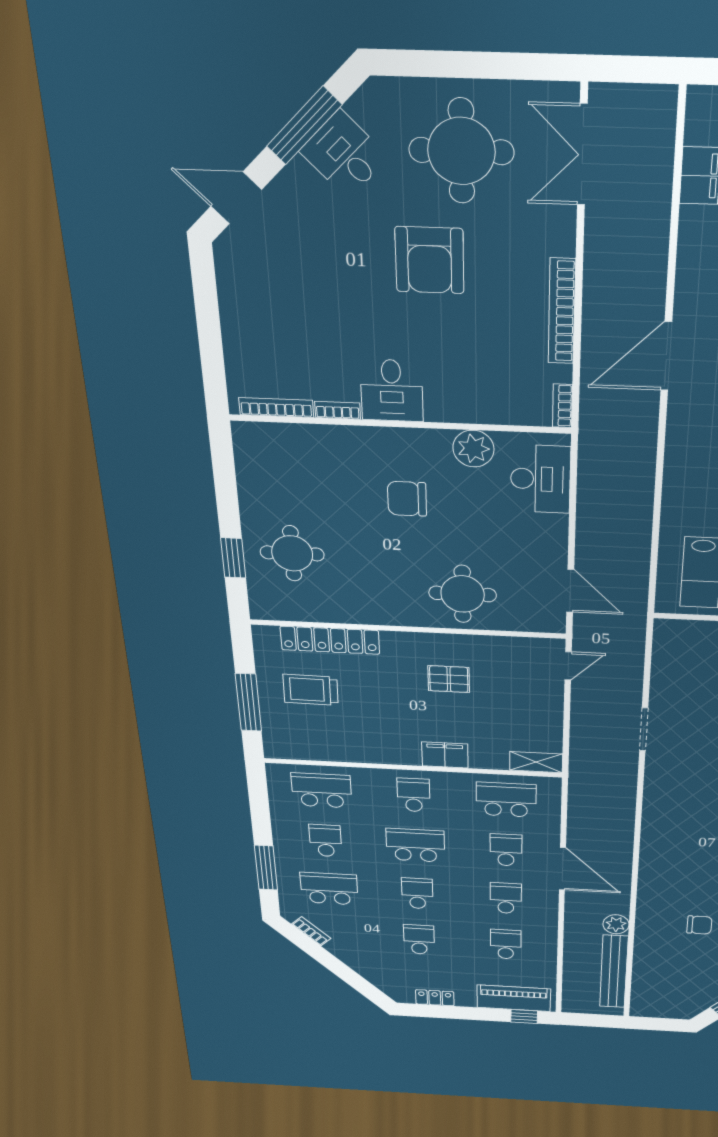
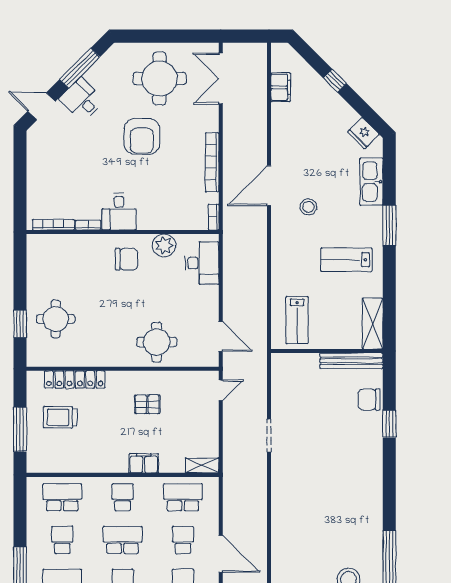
desk: (344, 154) -> (82, 100), moved
chair: (407, 499) -> (127, 259), moved, turned 180

